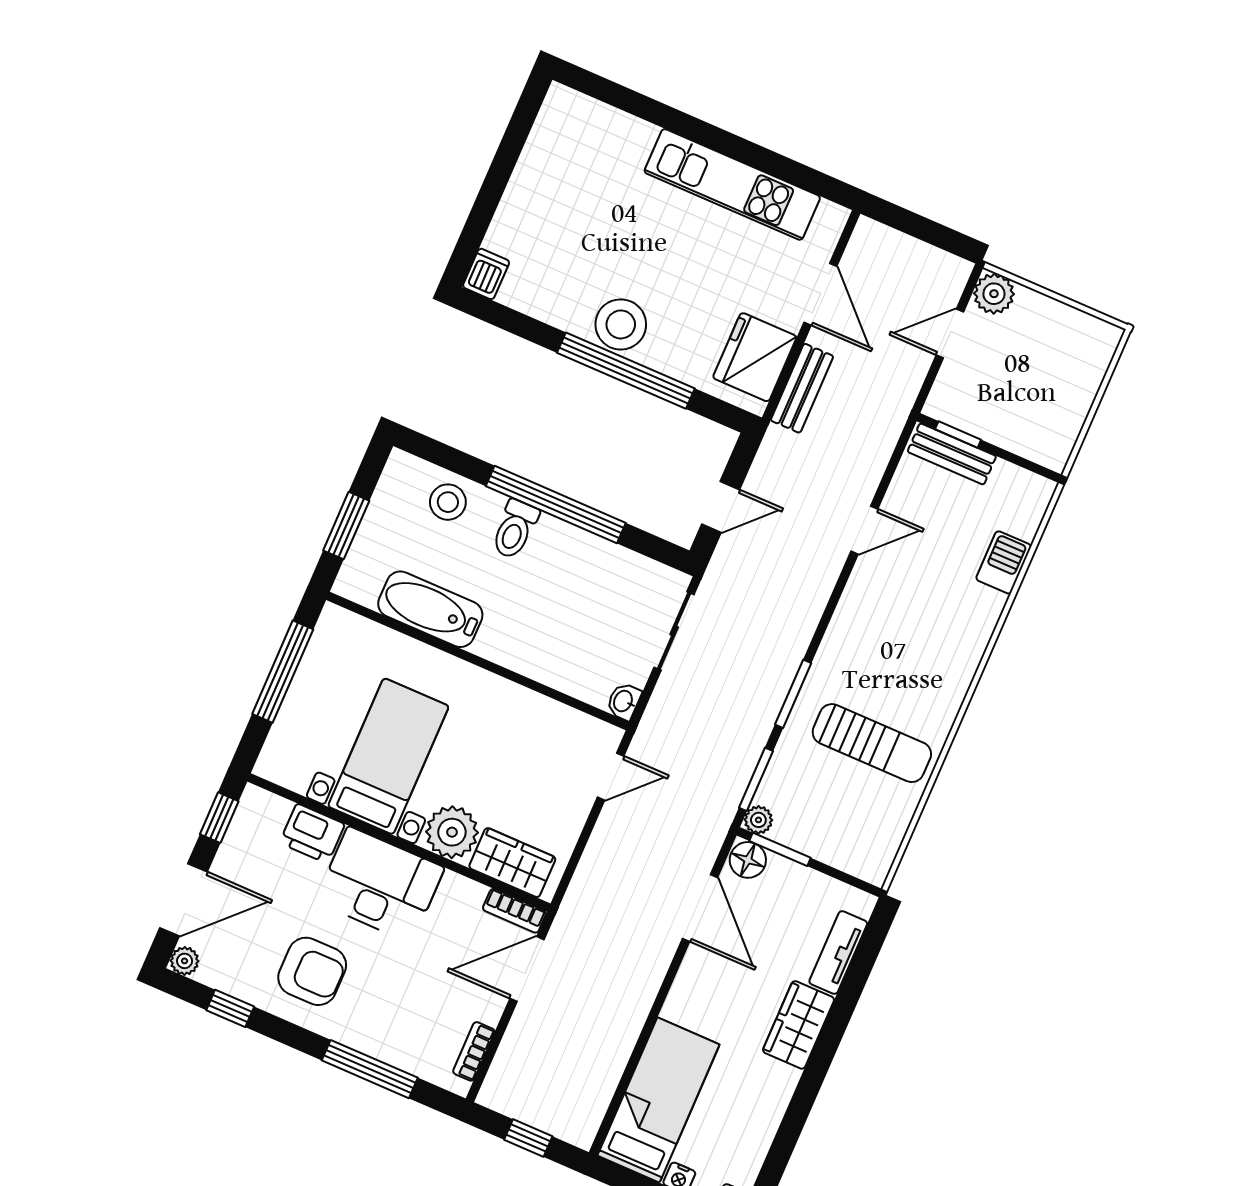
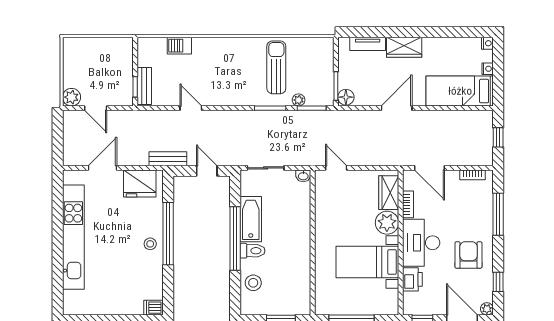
kitchen unit: (732, 184) -> (73, 237), width x1.36
stool: (621, 324) -> (150, 244), width x0.53, depth x0.53
bench: (802, 388) -> (168, 159), moved
bathtub: (430, 609) -> (251, 219), moved, turned 180
plant: (758, 820) -> (299, 100), moved
door: (700, 908) -> (397, 108), moved
bookcase: (514, 911) -> (408, 204), moved

